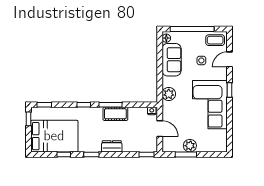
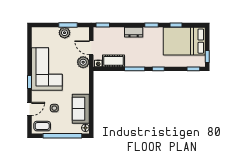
plant: (169, 94) -> (83, 62), moved
cot: (115, 114) -> (114, 61), moved

